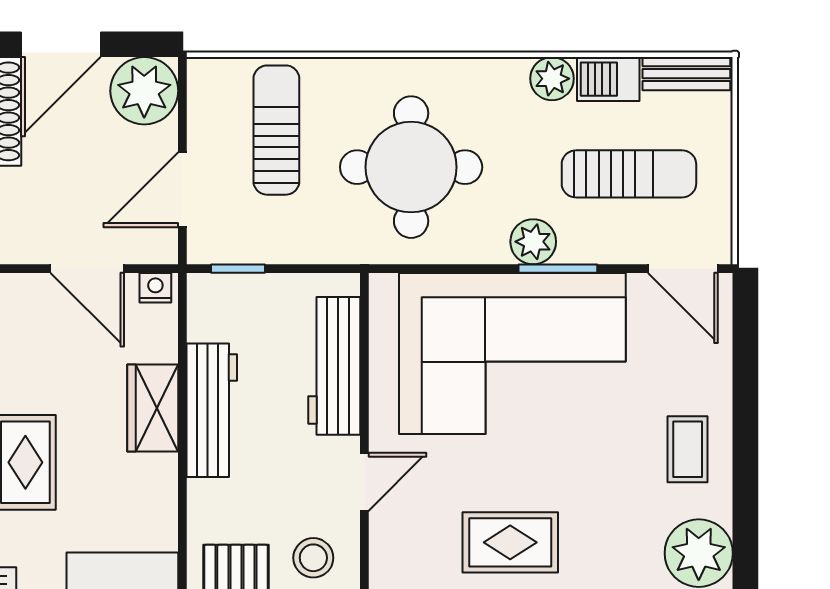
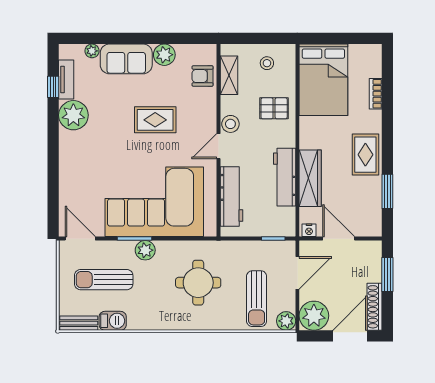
plant: (552, 79) -> (286, 321), moved
round table: (411, 167) -> (198, 283), width x0.73, depth x0.73
wardrobe: (153, 408) -> (310, 178), width x1.50
coffee table: (688, 449) -> (78, 160), removed
stool: (313, 558) -> (230, 124), moved

